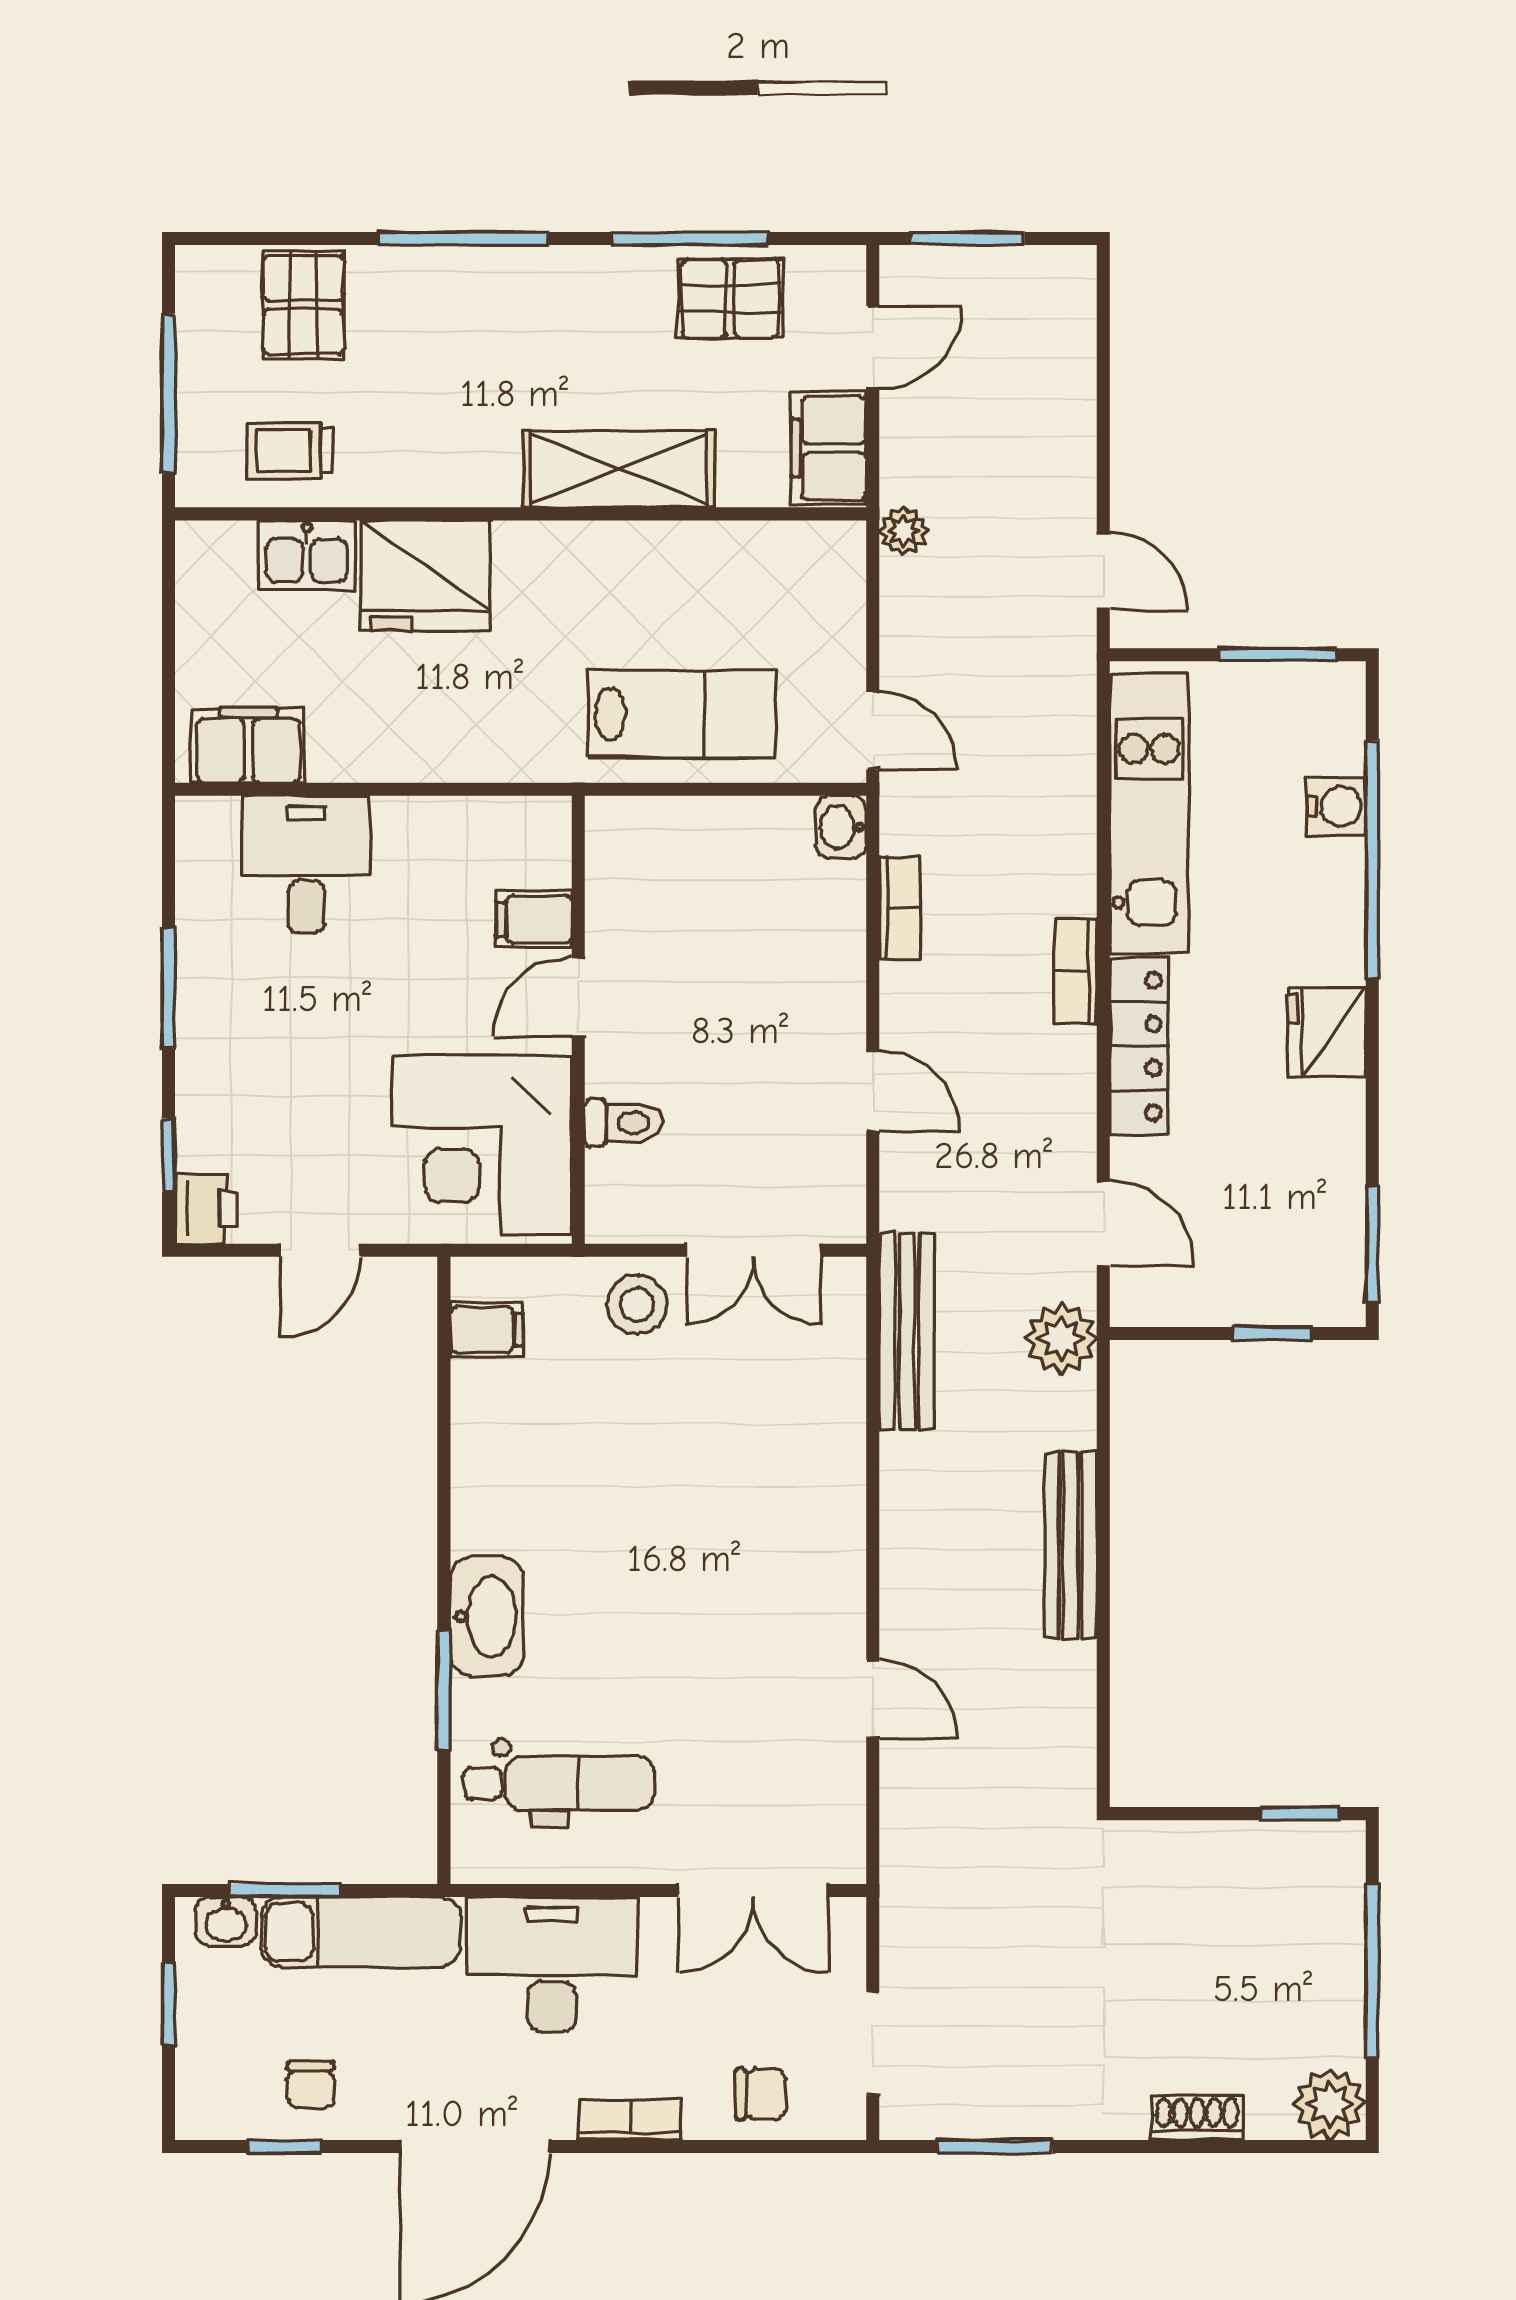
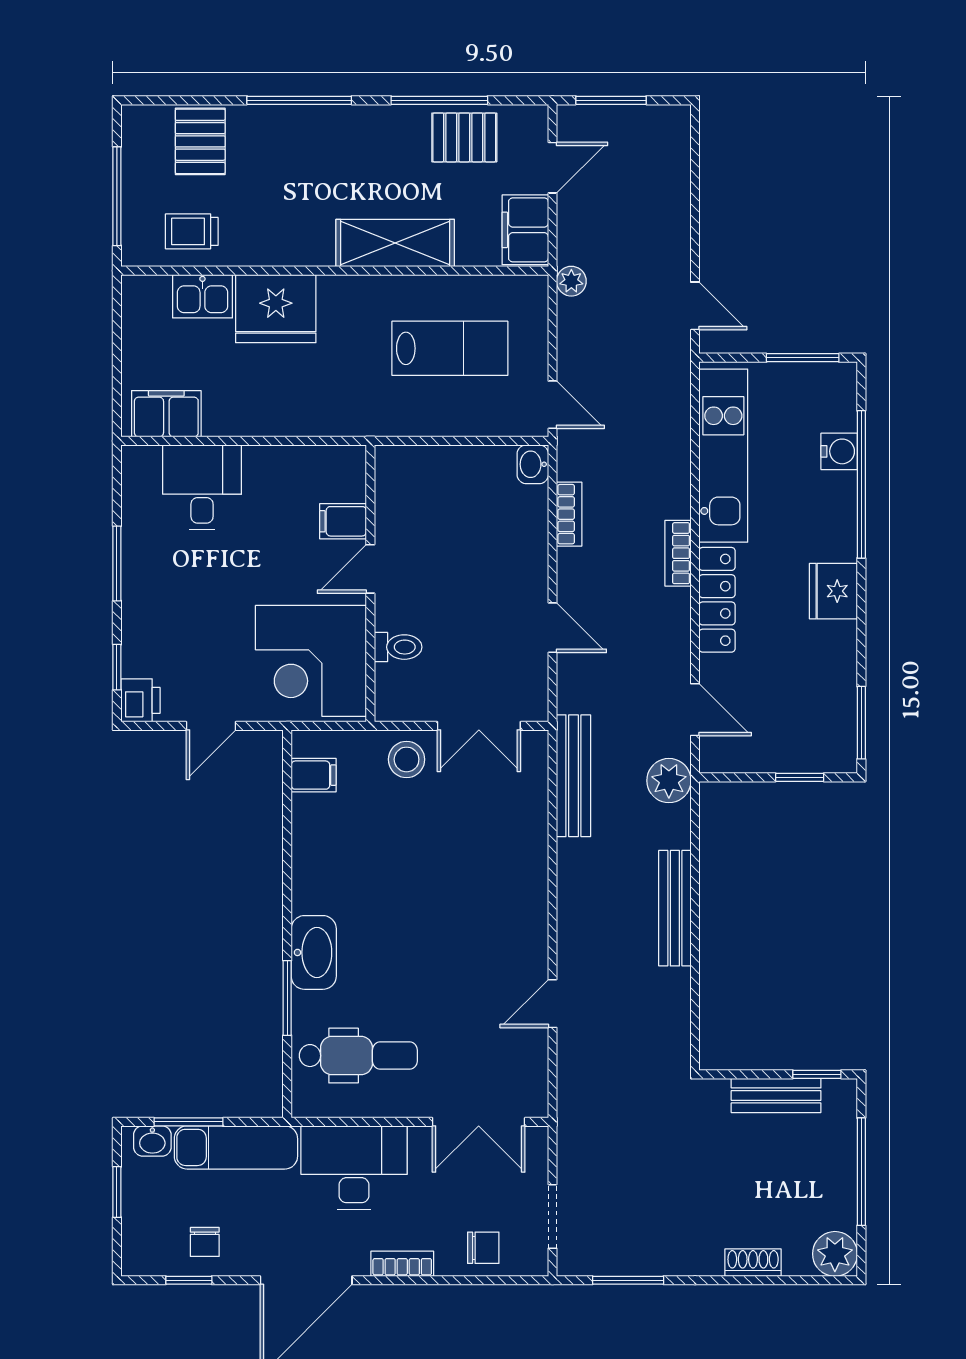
lab bench: (682, 714) -> (450, 348), moved
door: (873, 1699) -> (552, 1004), swing flipped
bench: (1234, 1848) -> (776, 1095), added

